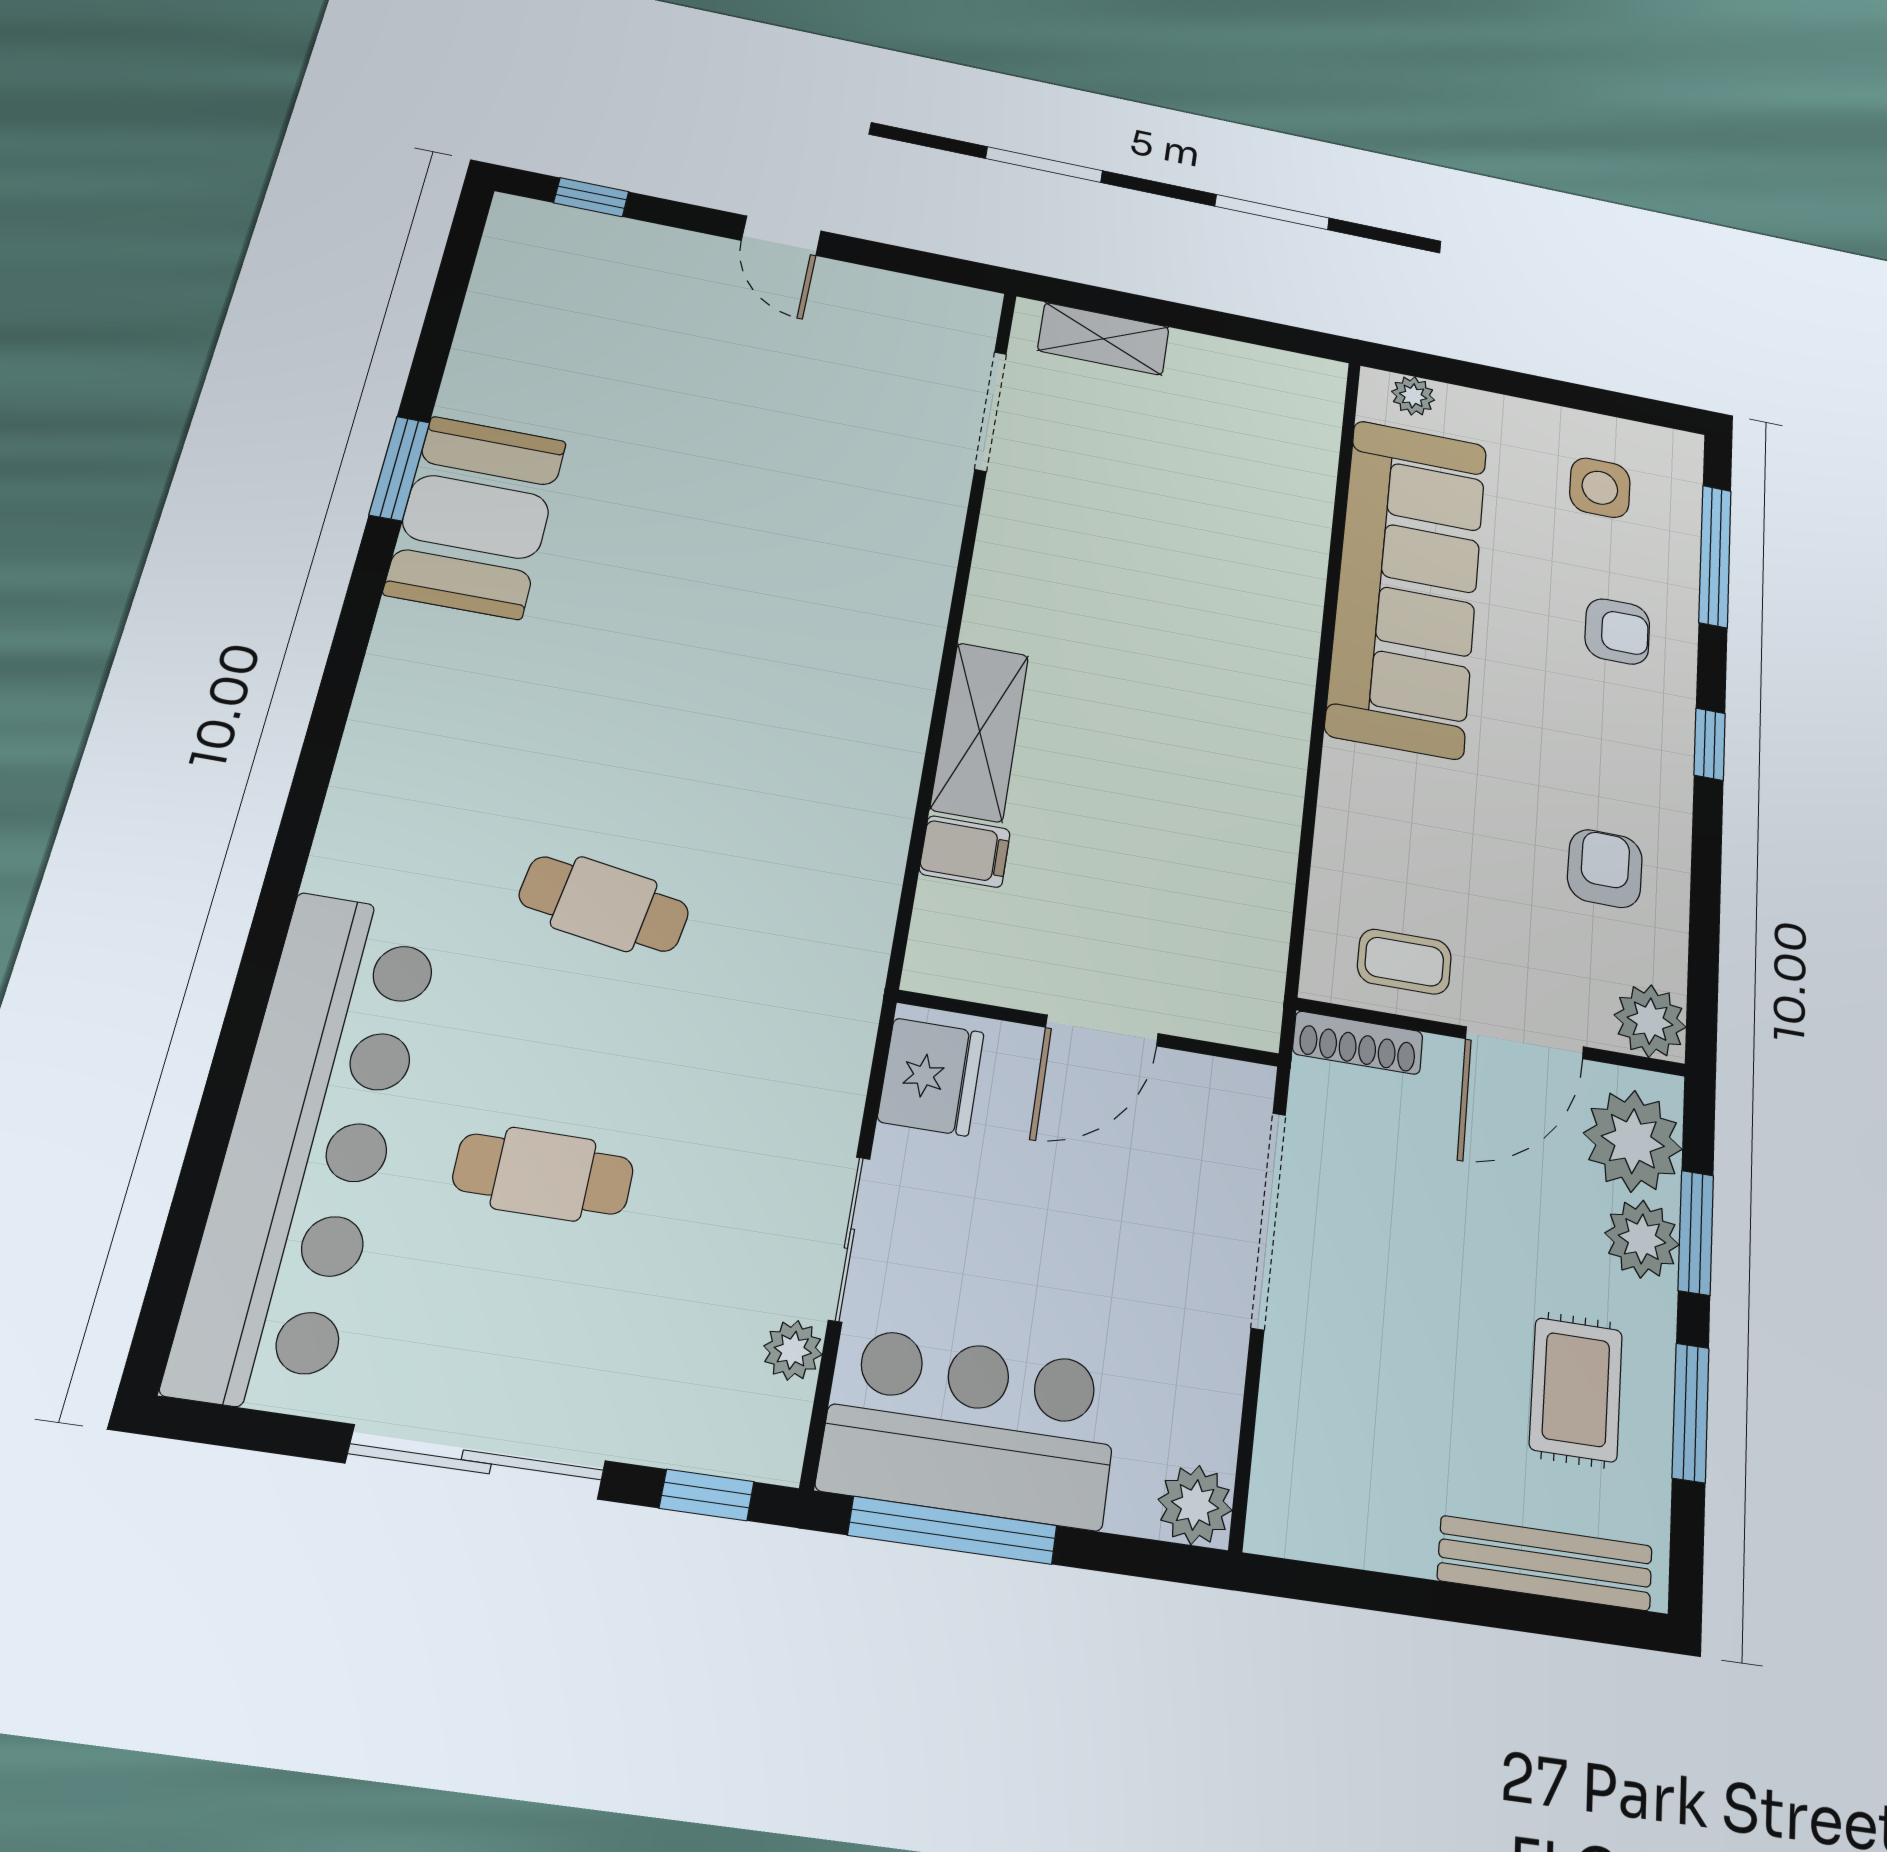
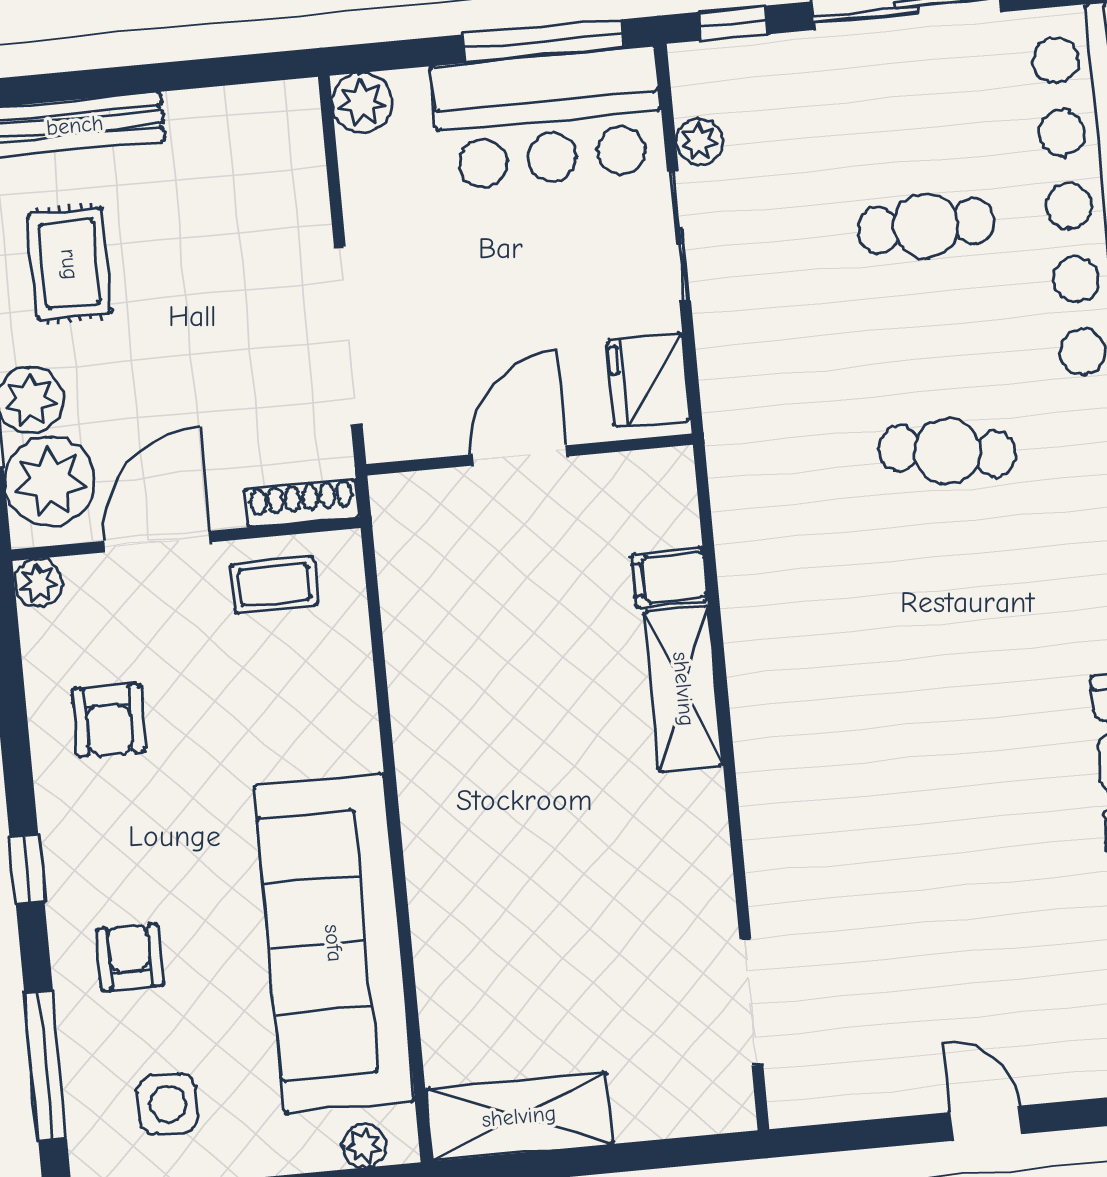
shelving: (1103, 339) -> (519, 1116), moved, width x1.50, depth x1.33
armchair: (1617, 631) -> (130, 957), turned 90
plant: (1650, 1021) -> (39, 583), width x0.73, depth x0.73

